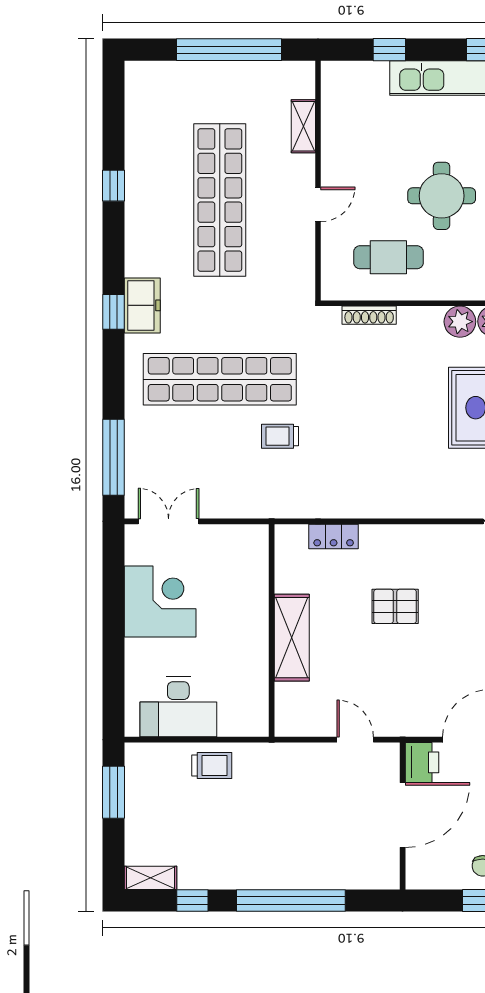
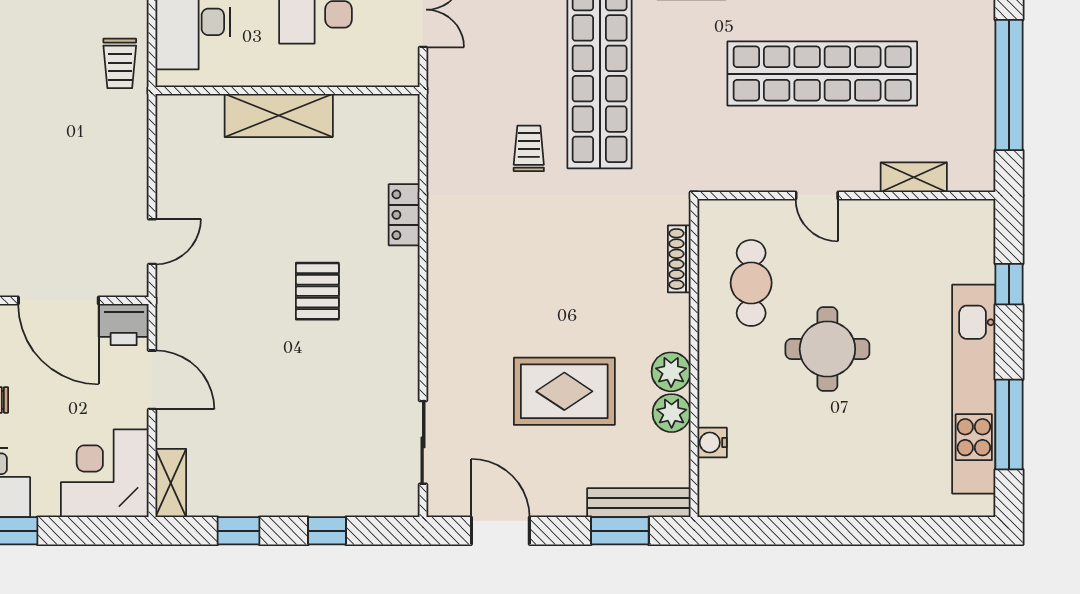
wall: (272, 630) -> (287, 90), moved
shelving: (292, 638) -> (279, 115), moved

